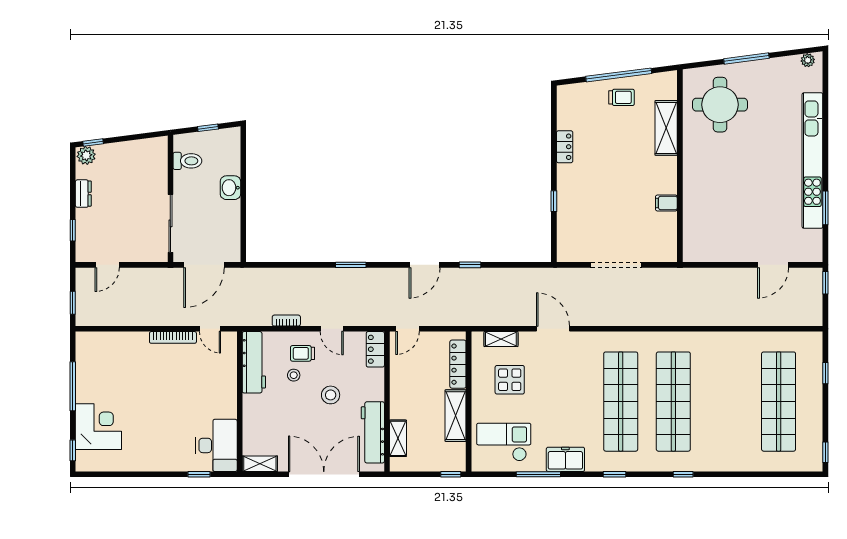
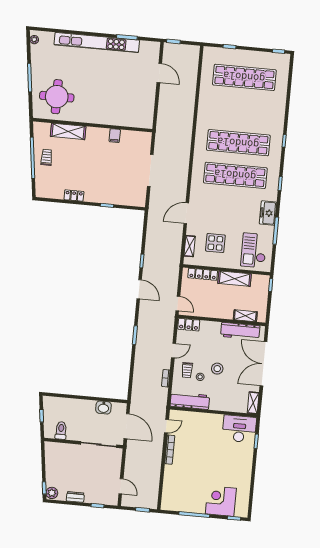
washbasin: (230, 188) -> (103, 407), moved
stool: (331, 395) -> (217, 369), moved

